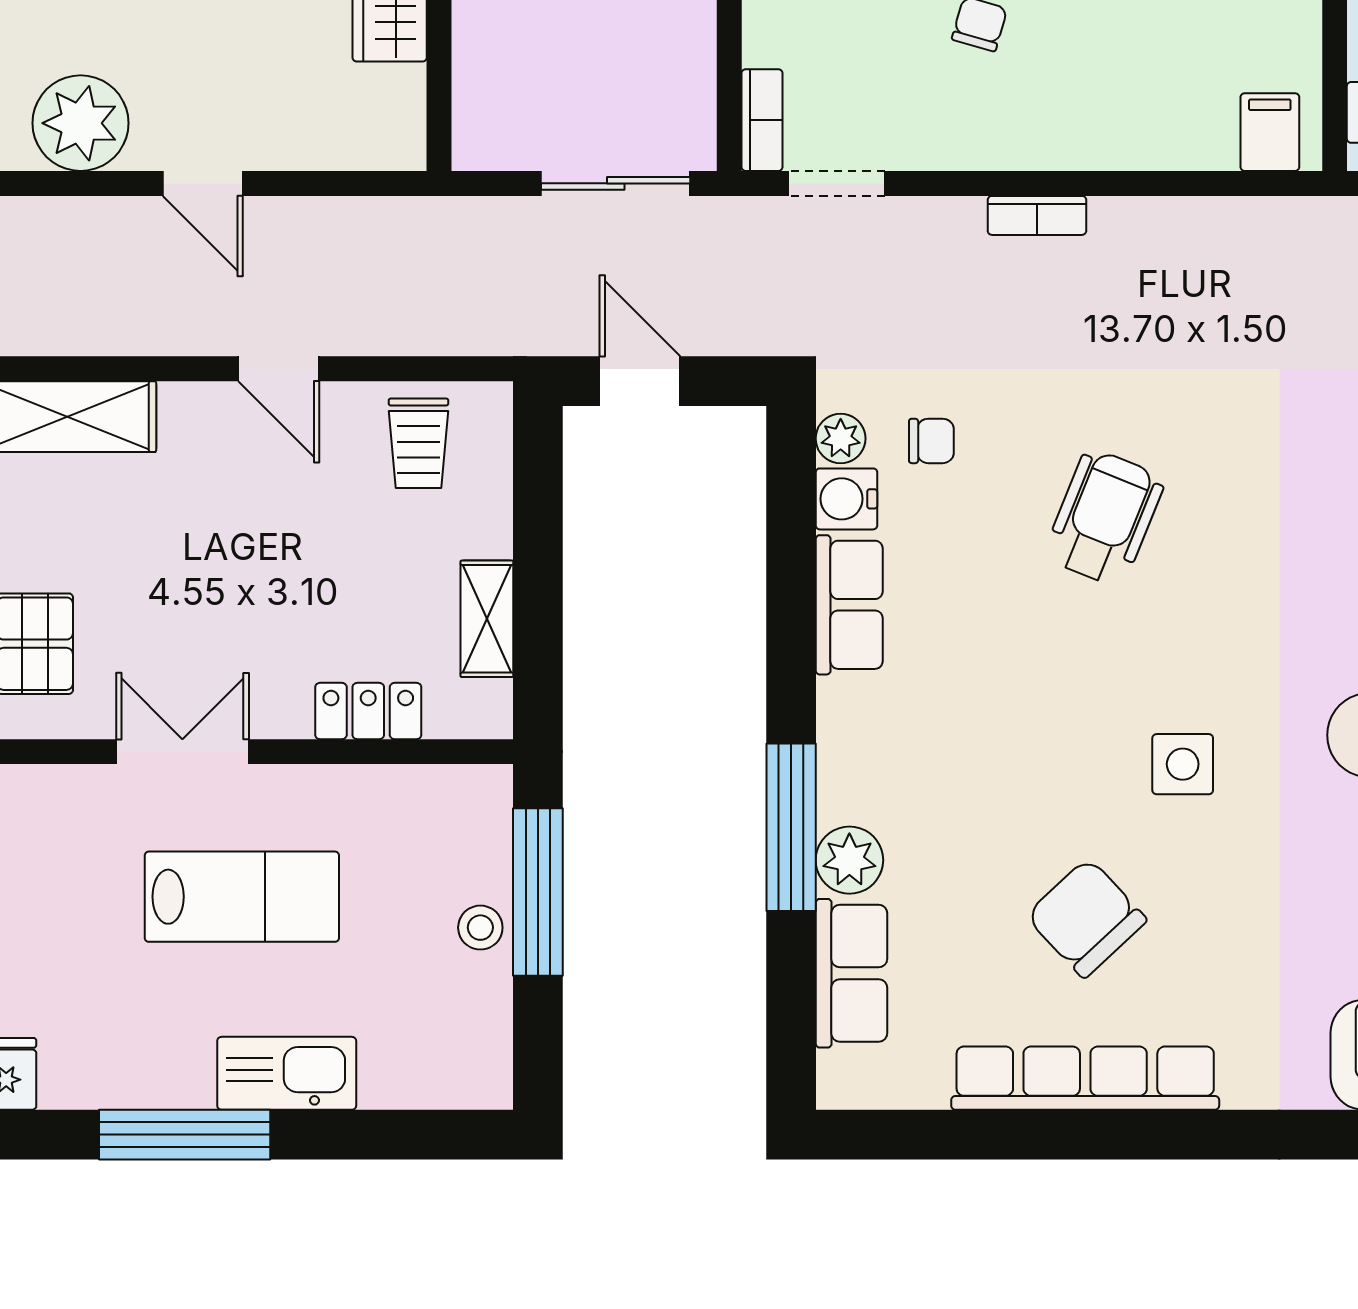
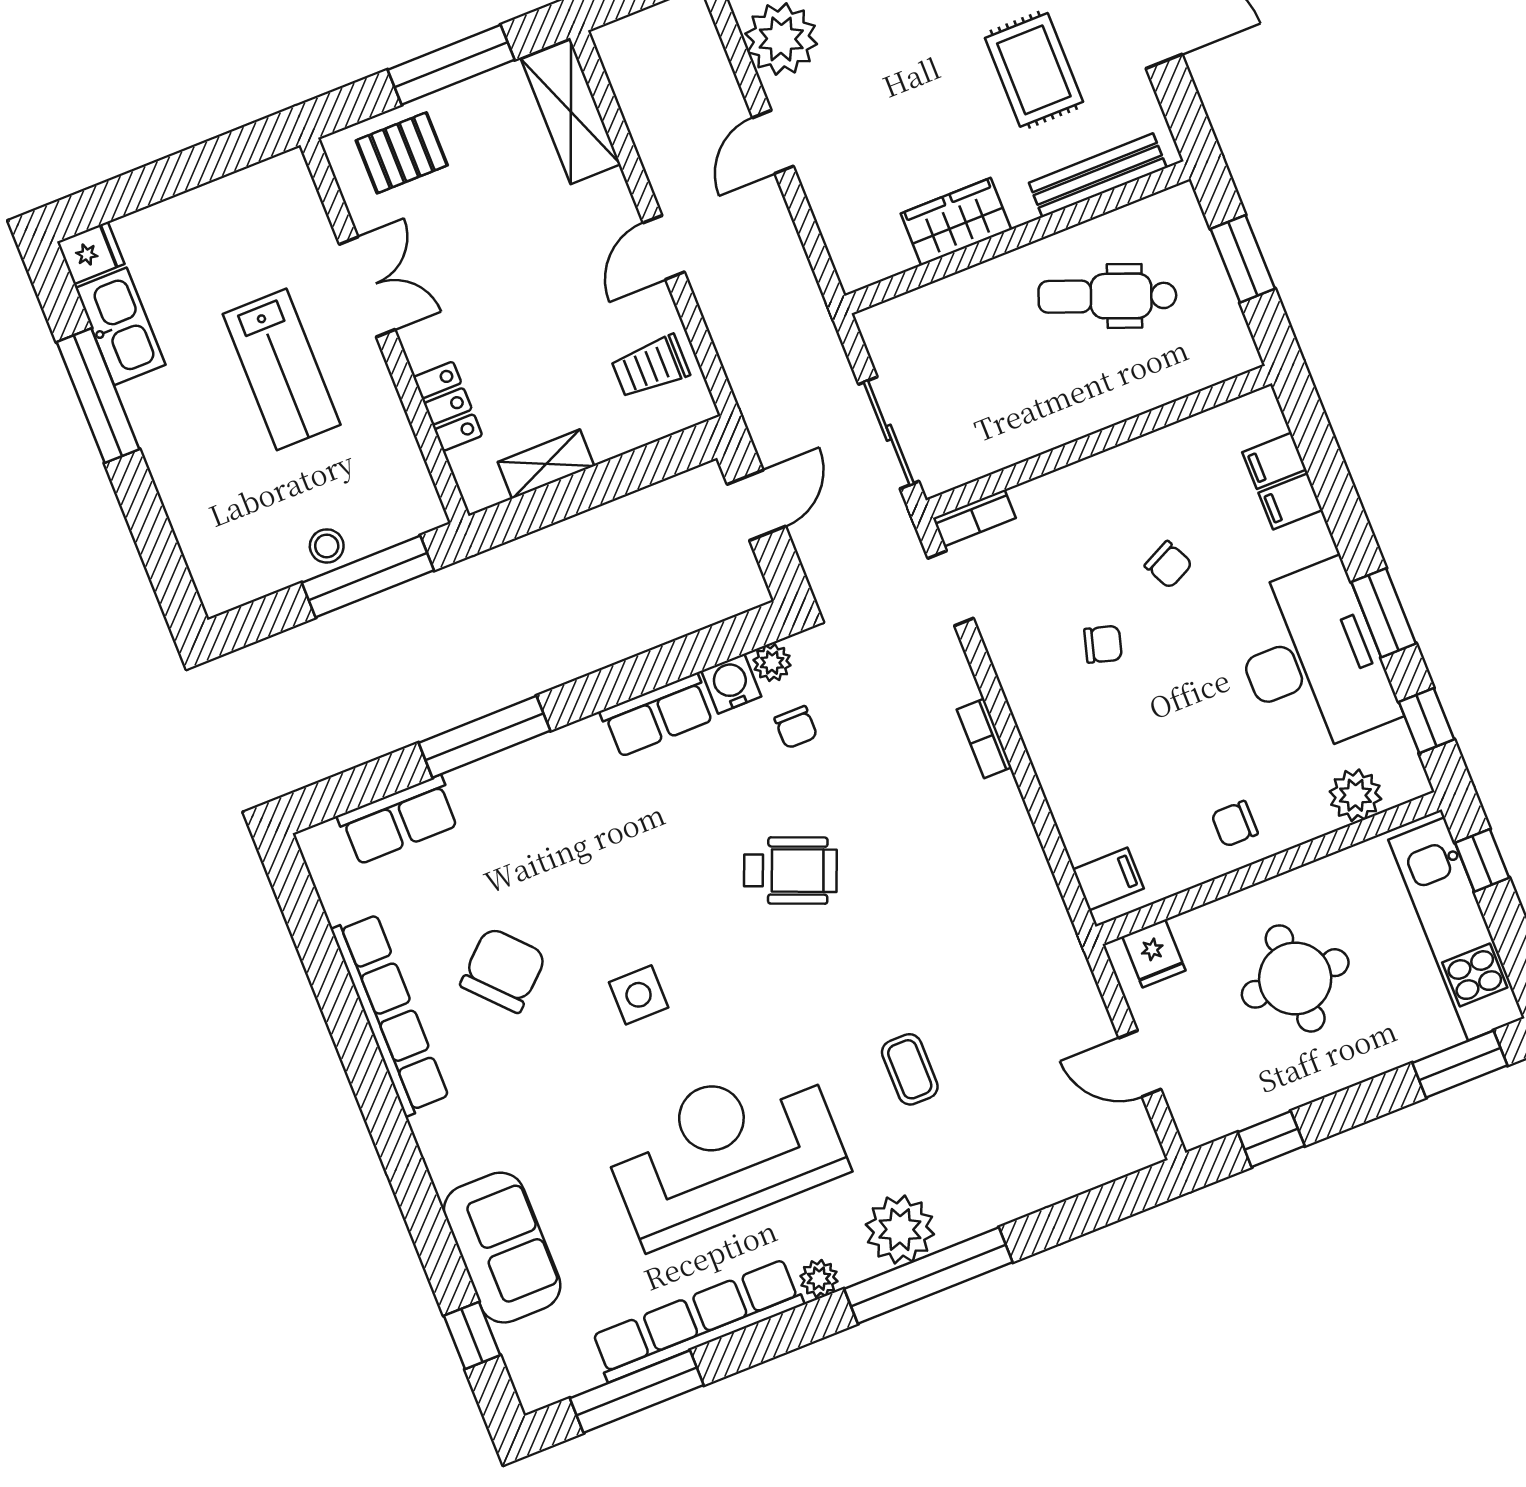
plant: (849, 860) -> (478, 787), removed
kitchen sink: (287, 1073) -> (120, 326), moved

